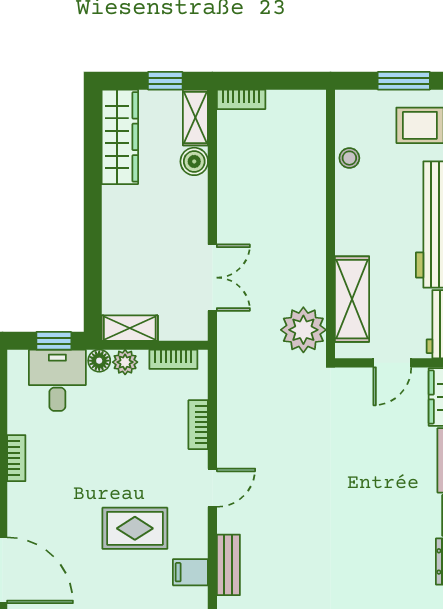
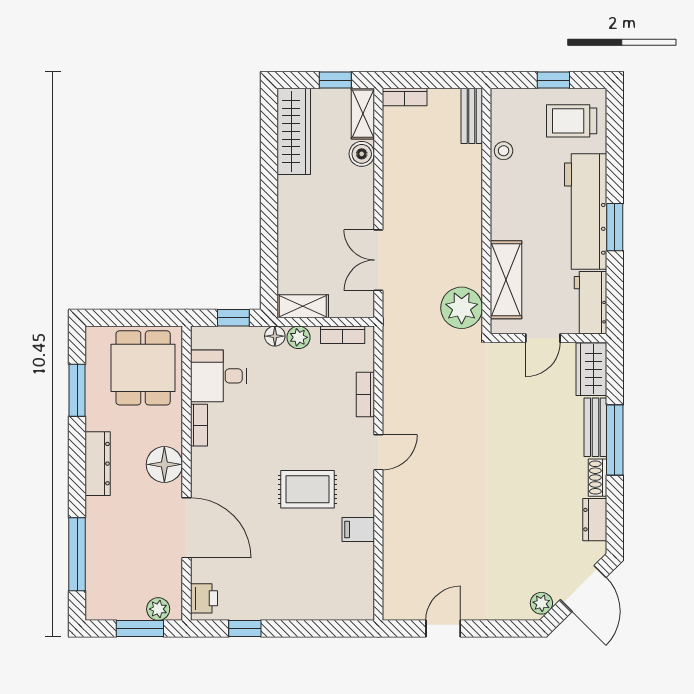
window: (404, 81) -> (553, 80), width x0.67
double door: (212, 278) -> (378, 260), swing flipped
desk: (57, 380) -> (219, 376), moved, turned -90
bench: (228, 565) -> (472, 116), moved

